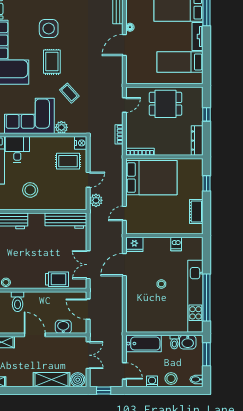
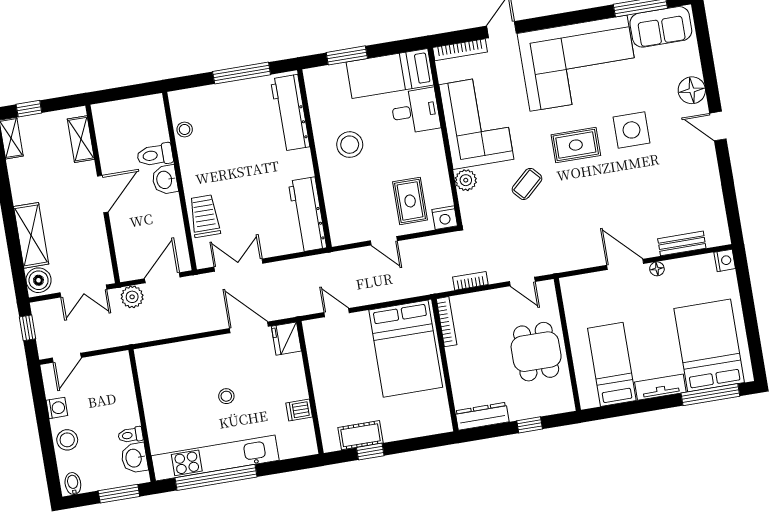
window: (207, 183) -> (370, 452), moved
plant: (96, 200) -> (132, 297), moved
trolley: (57, 279) -> (205, 216), turned 180
washbasin: (63, 327) -> (165, 180), moved, turned 180
bathtub: (144, 344) -> (119, 383), removed

